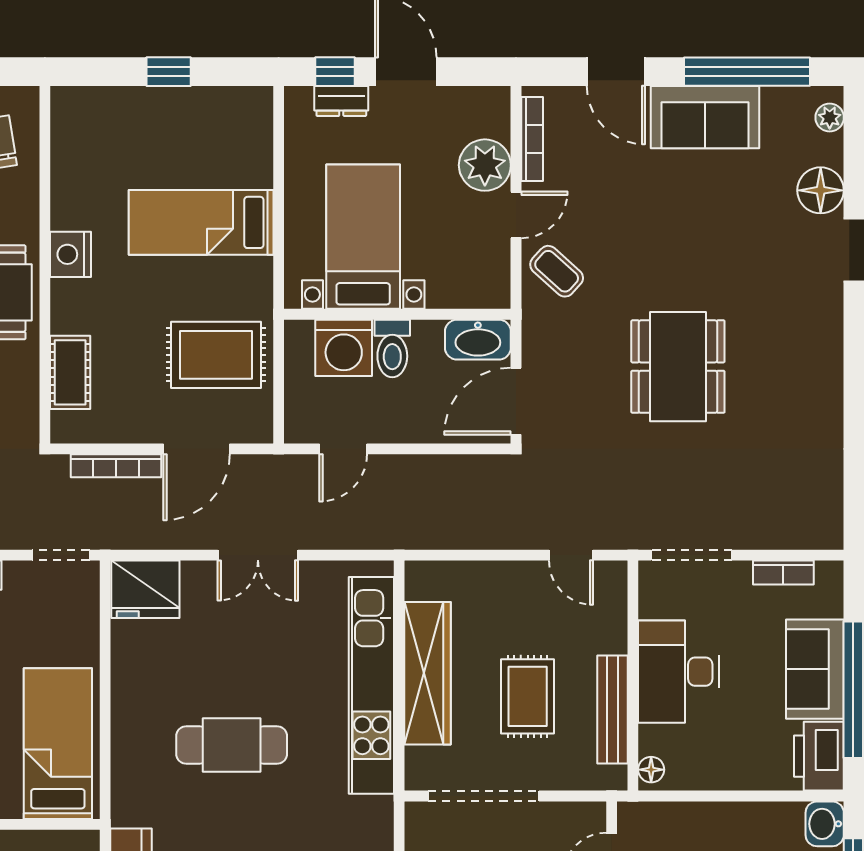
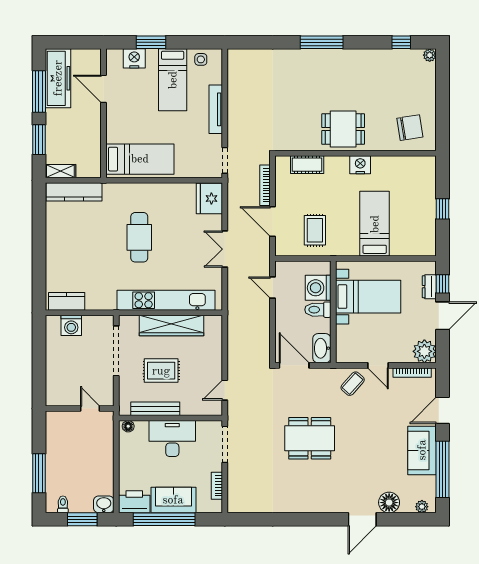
plant: (485, 165) -> (424, 351), moved
rug: (216, 355) -> (315, 230), width x0.73, depth x0.70

